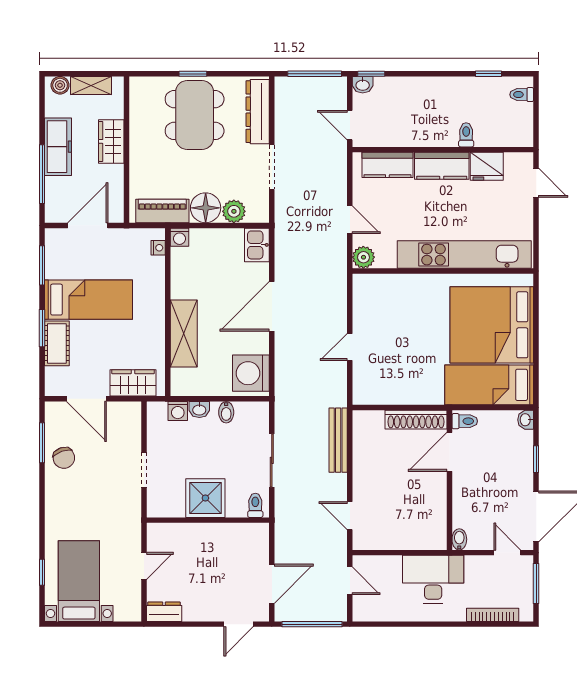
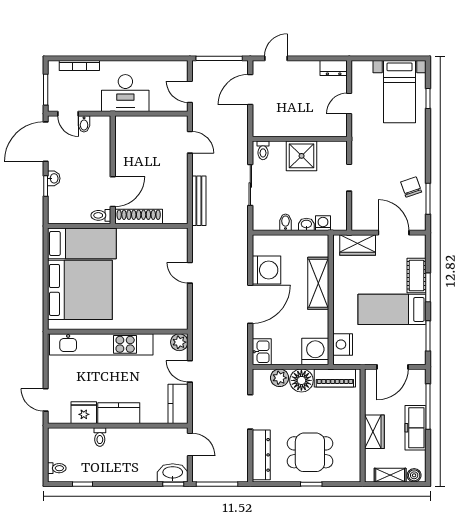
washbasin: (363, 85) -> (173, 473), width x1.91, depth x1.45
dining table: (195, 115) -> (310, 452), width x0.73
kitchen counter: (387, 165) -> (178, 404), moved, turned -90
washing machine: (180, 237) -> (315, 351), width x1.89, depth x1.89
nightstand: (158, 248) -> (343, 344), width x1.89, depth x1.79
door: (350, 347) -> (190, 273), swing flipped
washing machine: (251, 373) -> (266, 270), moved
washbasin: (526, 420) -> (54, 178), moved
bidet: (459, 539) -> (84, 124), moved

